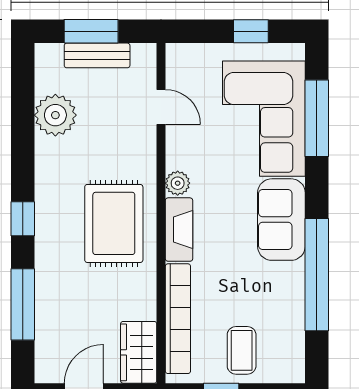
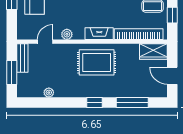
bench: (97, 55) -> (22, 58), moved
plant: (55, 115) -> (49, 93), width x0.53, depth x0.53
plant: (178, 183) -> (67, 34), moved

